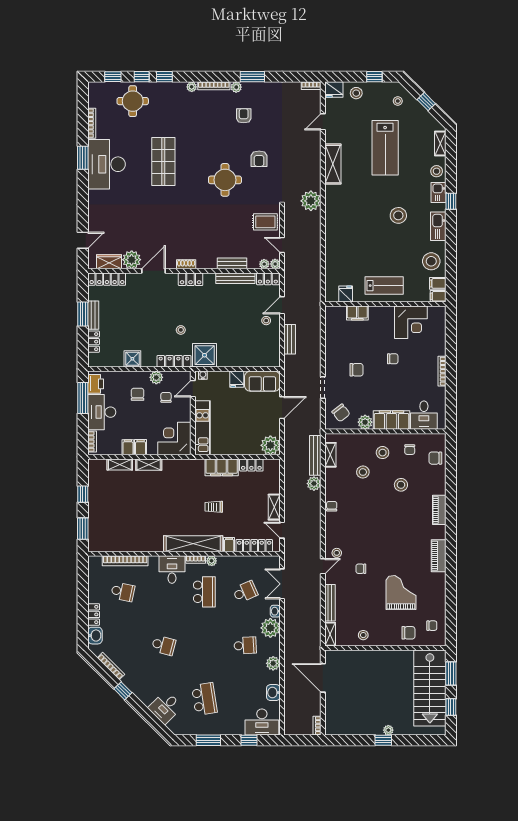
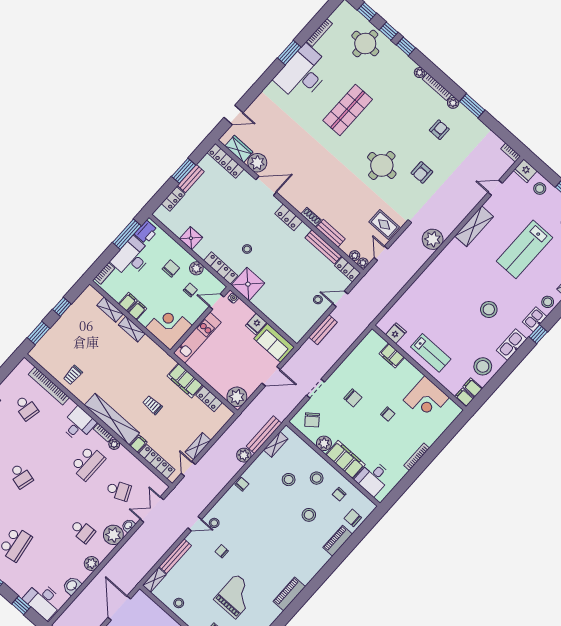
shoe rack: (186, 264) -> (311, 217), moved
piano: (439, 510) -> (338, 541), moved
trolley: (136, 537) -> (73, 375), added

